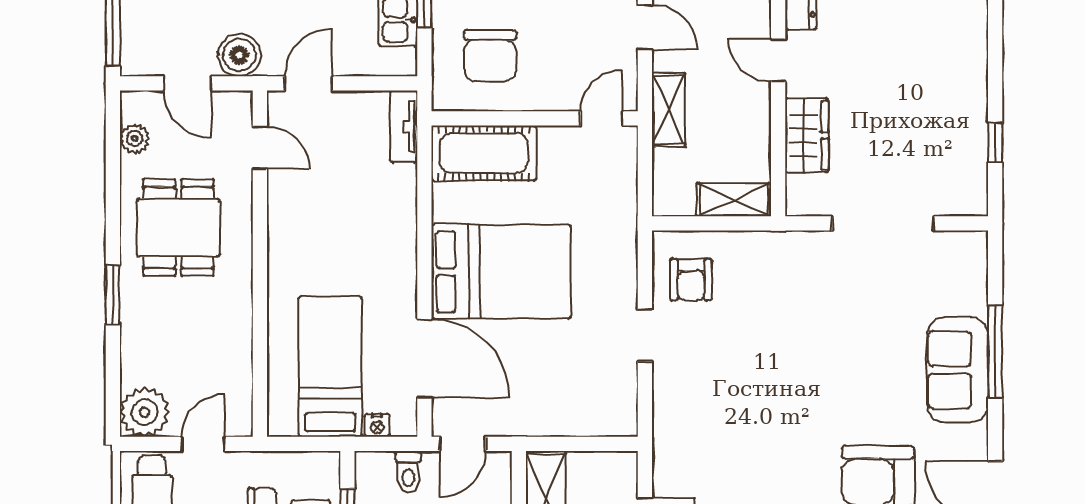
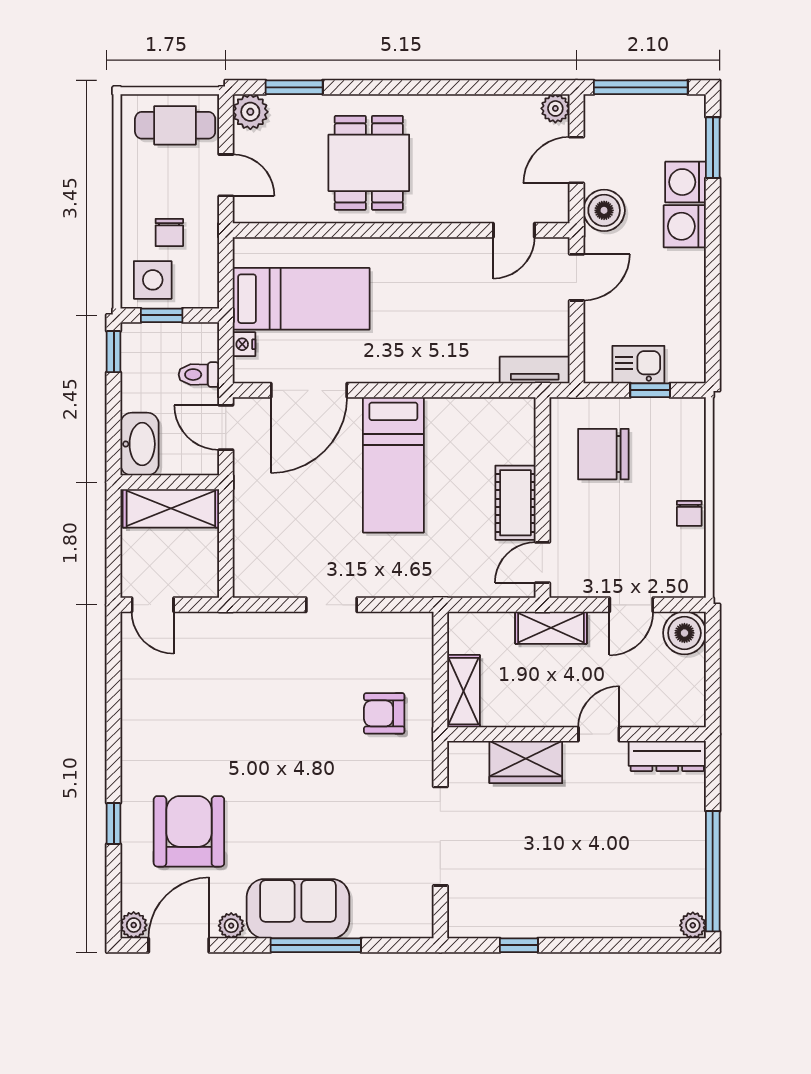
door: (308, 83) -> (577, 277), hinge flipped
door: (601, 118) -> (542, 562), swing flipped
plant: (135, 139) -> (555, 108), moved
cot: (484, 153) -> (515, 503), moved, width x0.73, depth x0.75
dining table: (178, 228) -> (369, 163), moved, turned 90
bed: (501, 272) -> (393, 465), width x0.67
armchair: (691, 280) -> (384, 713), moved
window: (113, 294) -> (294, 87), moved
plant: (145, 412) -> (250, 112), width x0.73, depth x0.73
plant: (975, 439) -> (231, 926), added

